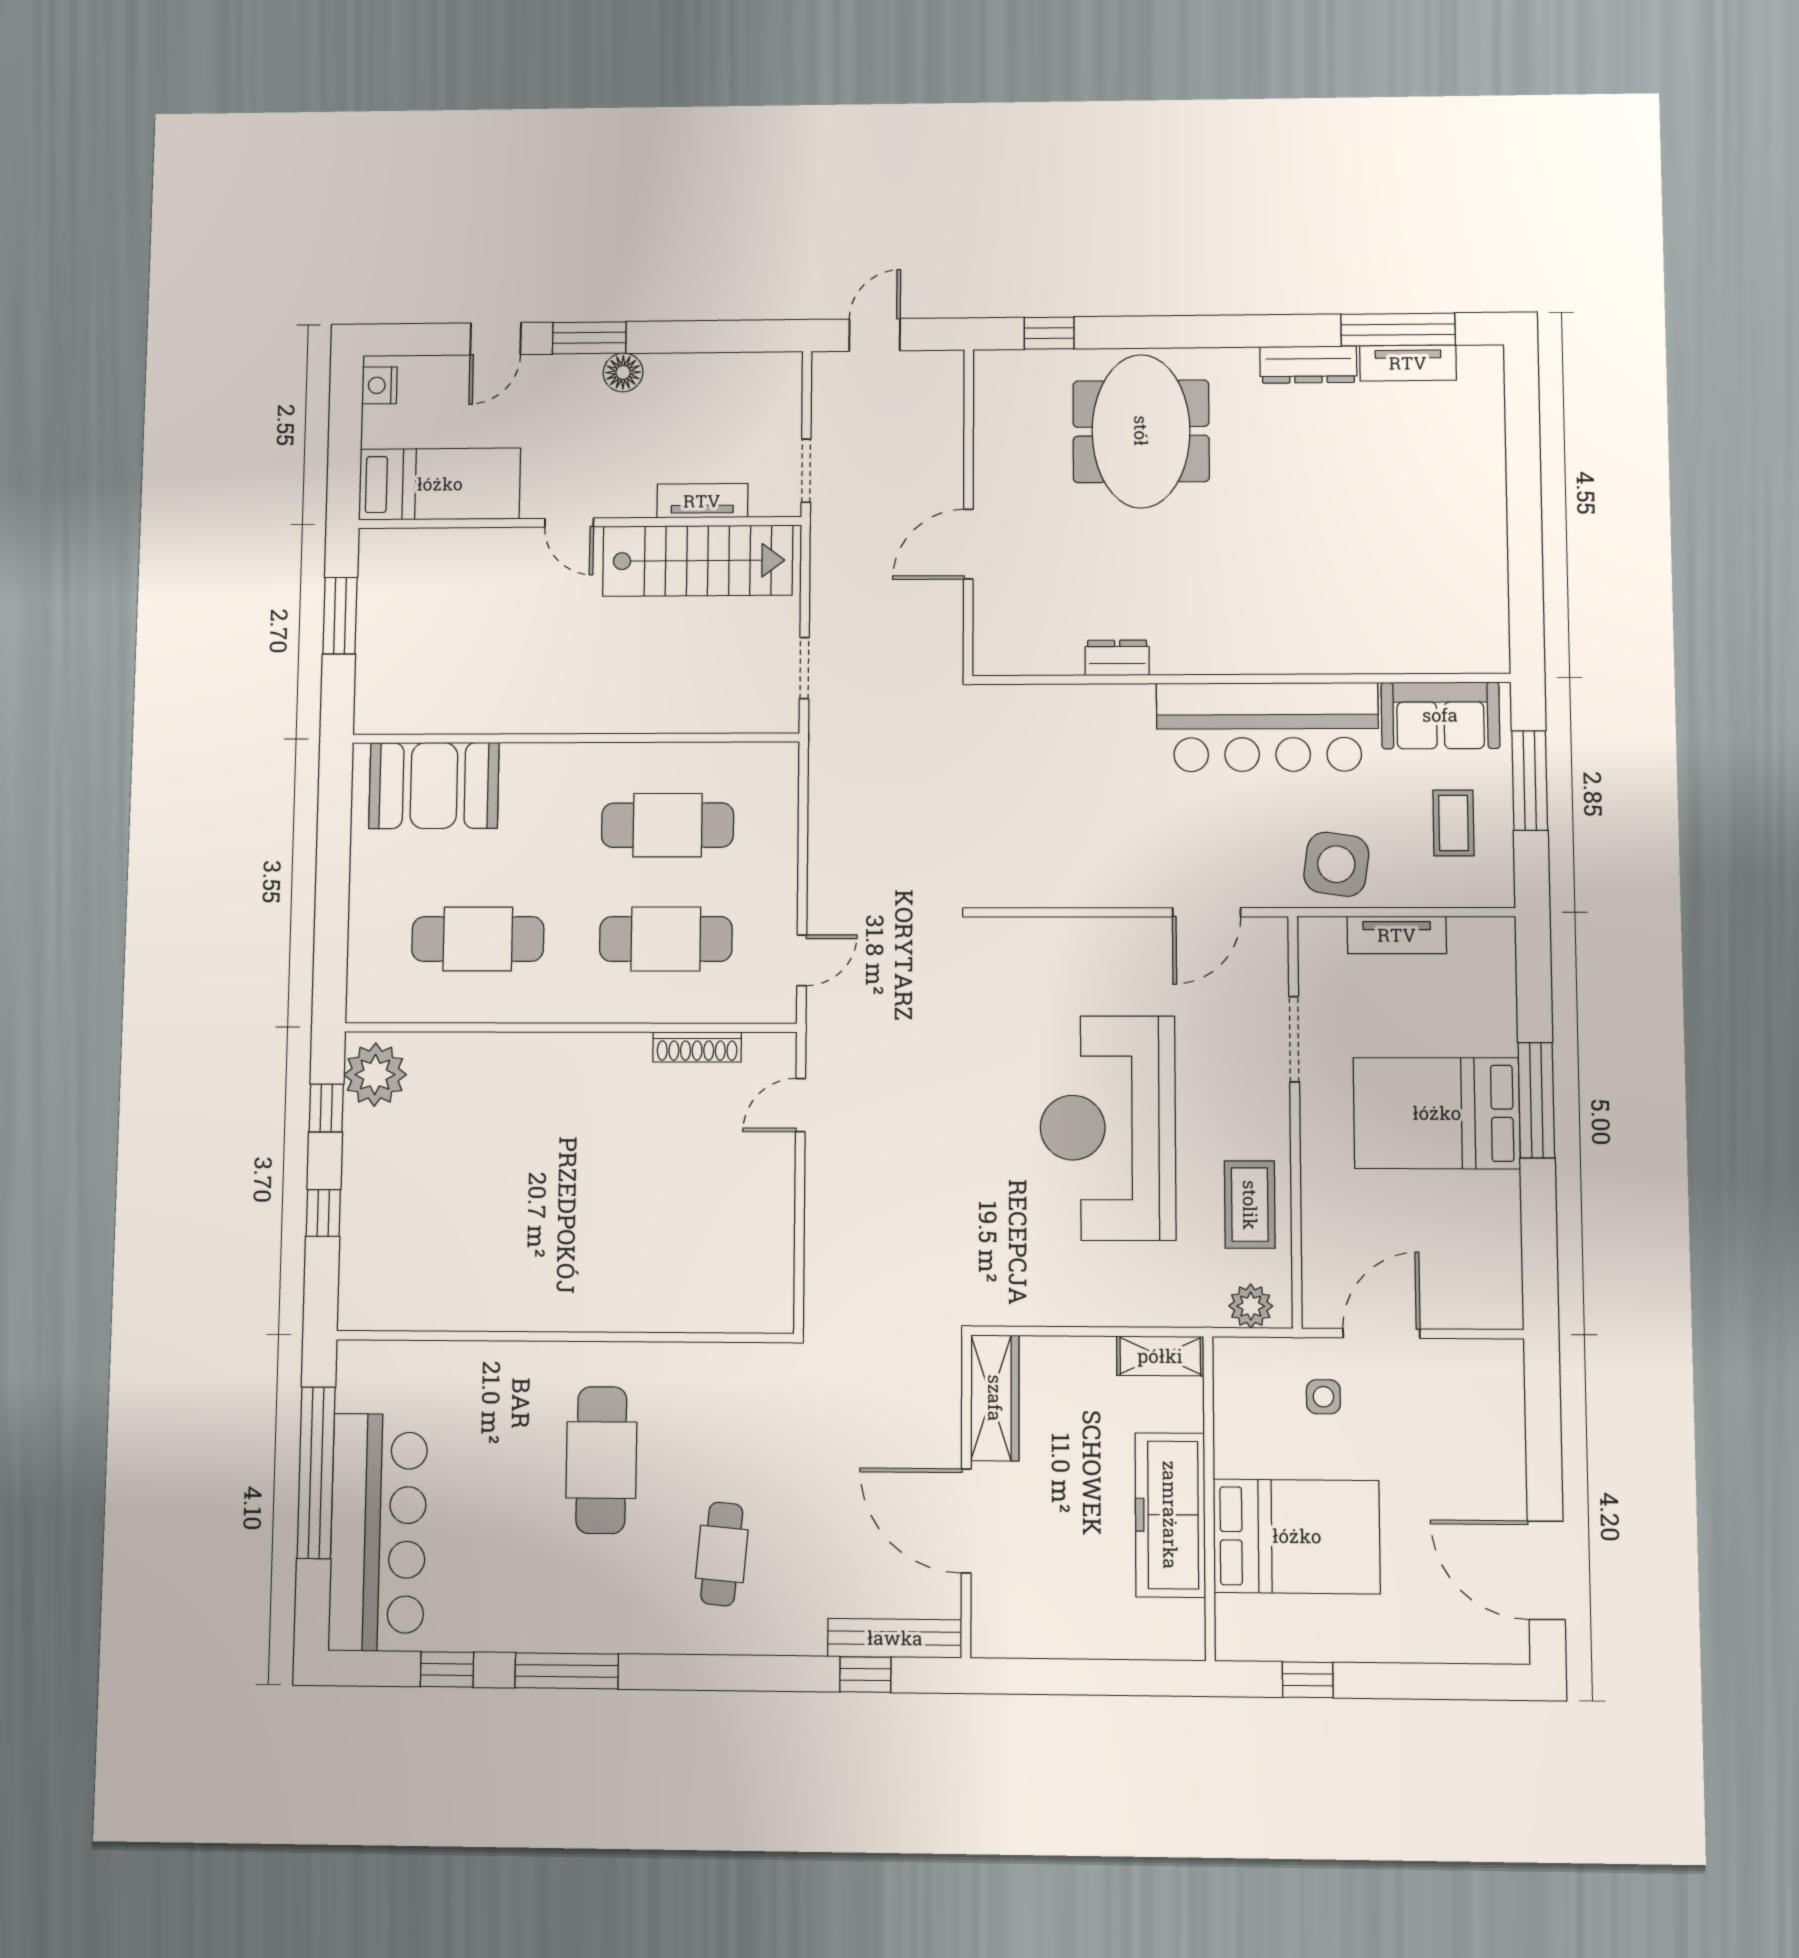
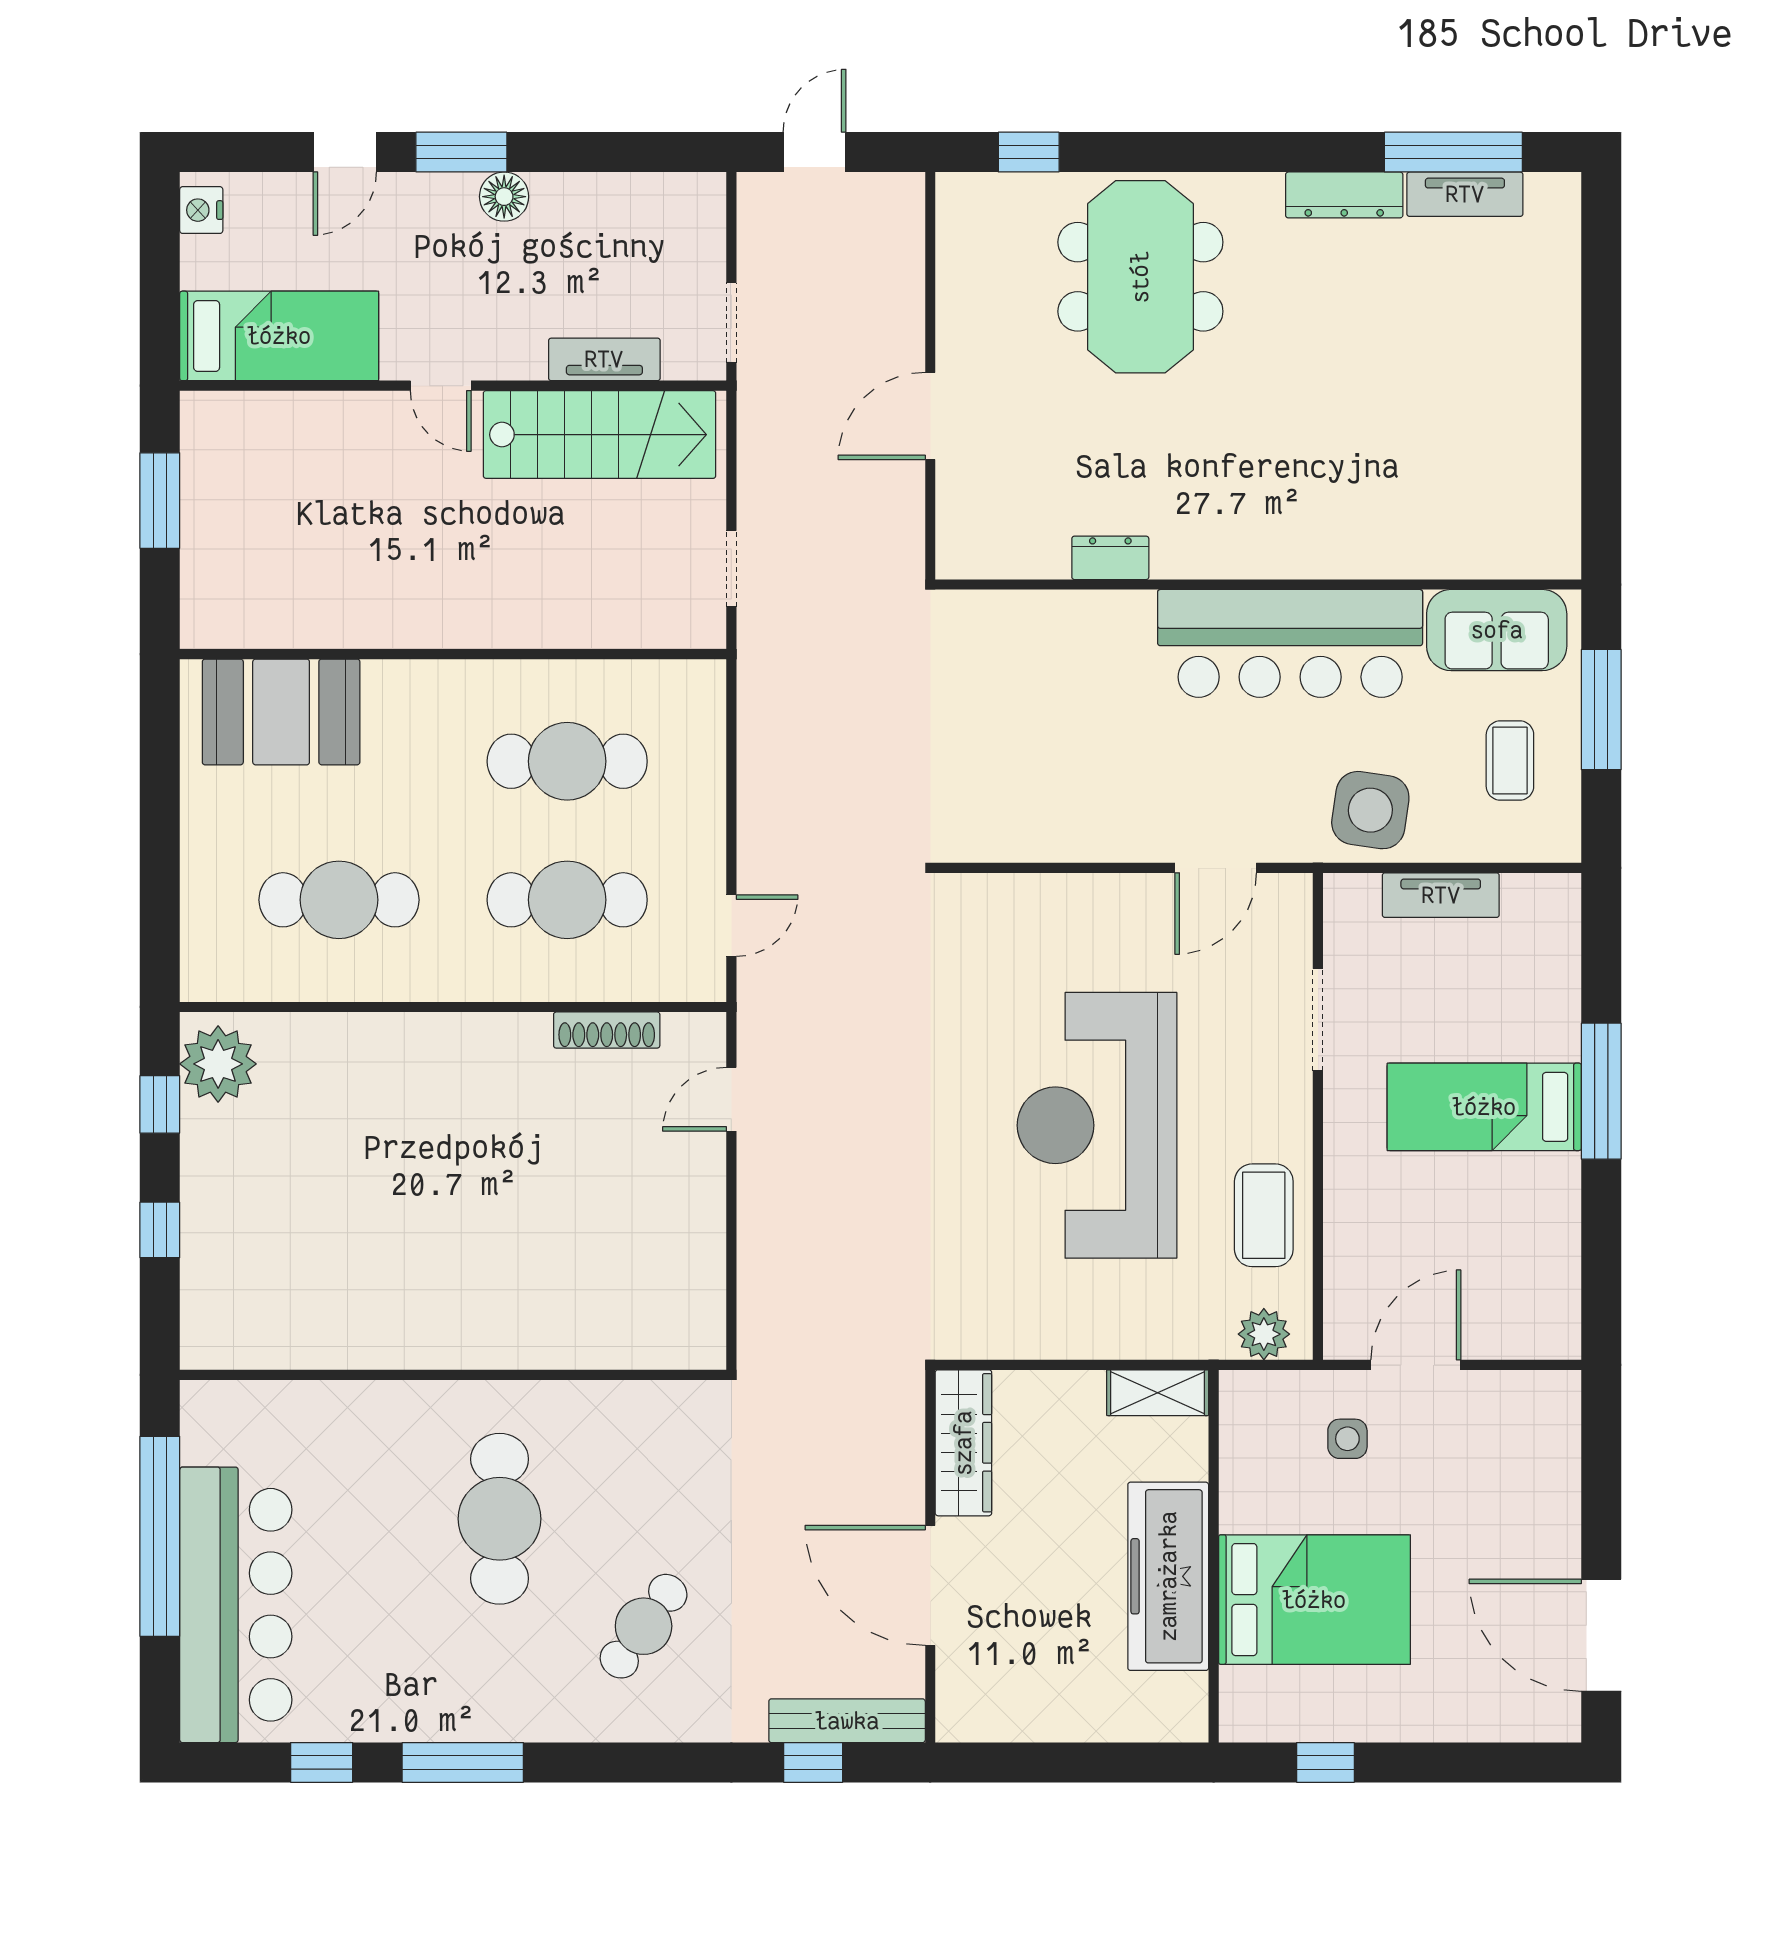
bed: (1437, 1113) -> (1484, 1107), width x0.67
cafe table: (722, 1554) -> (644, 1626), turned 31

